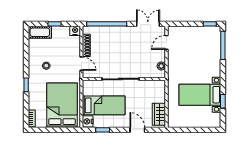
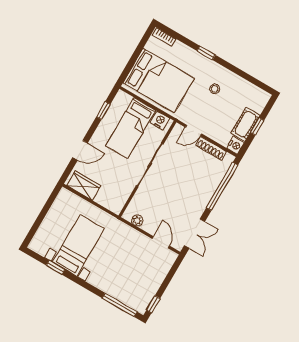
cot: (40, 32) -> (245, 124), moved
nightstand: (88, 121) -> (160, 121), moved

